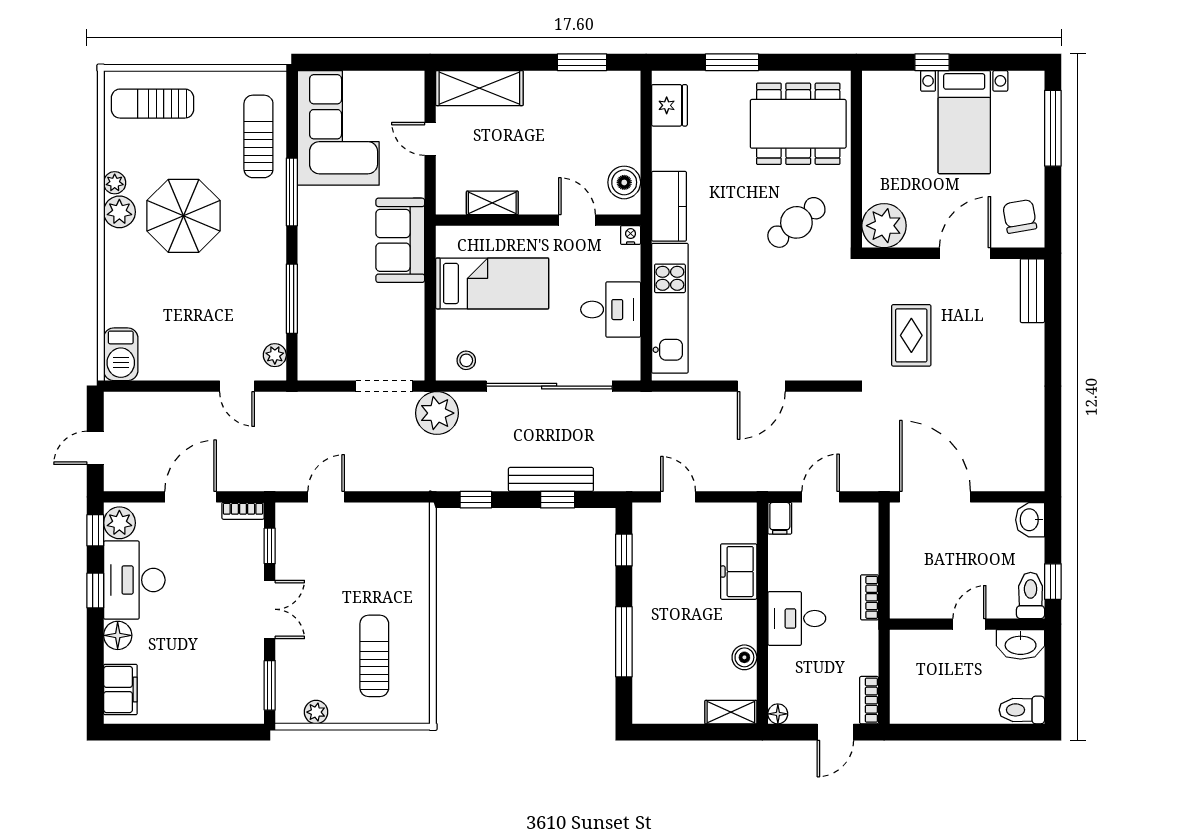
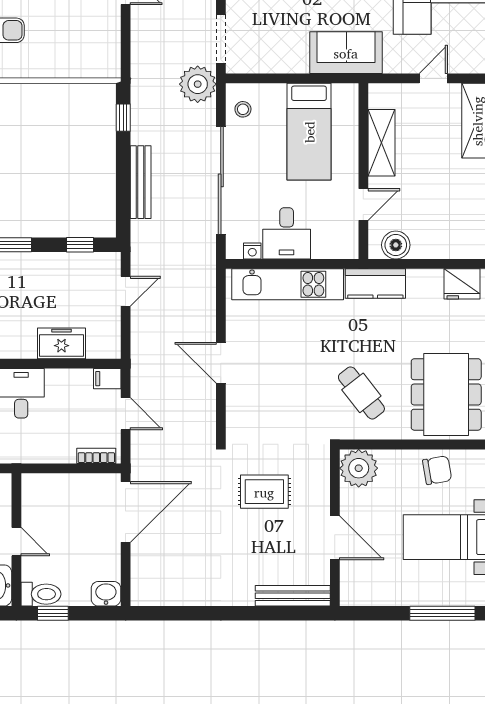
shelving: (492, 203) -> (382, 143), width x1.50, depth x1.33
chair: (1020, 216) -> (437, 470), moved
nightstand: (631, 235) -> (252, 251), moved, turned 90
bench: (1032, 291) -> (293, 596), width x1.36
window: (558, 500) -> (123, 188), removed
bookcase: (870, 597) -> (96, 456), moved

